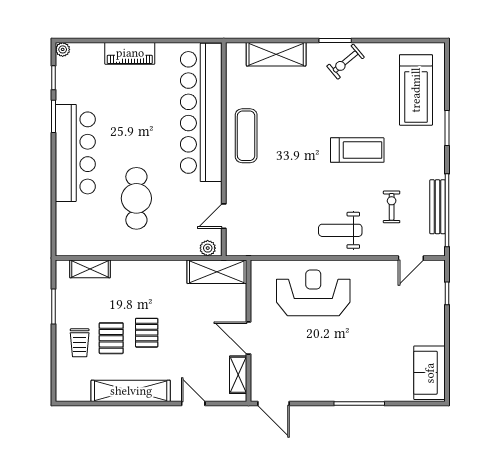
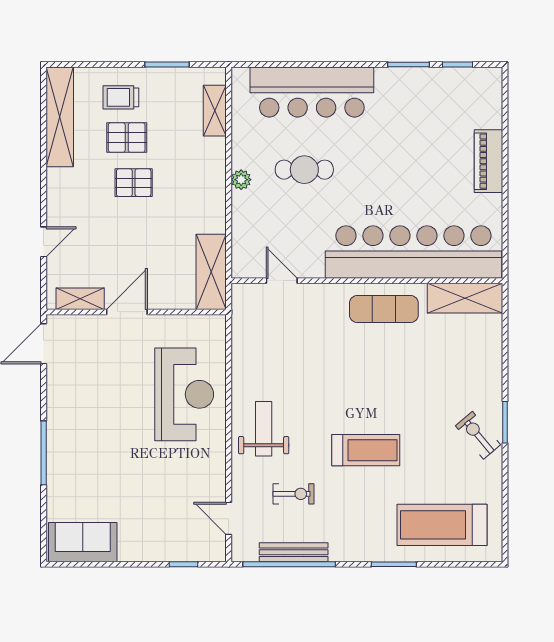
plant: (63, 49) -> (494, 76), removed
shelving: (276, 54) -> (465, 298), moved, turned 90
treadmill: (357, 150) -> (366, 450), turned -90
bar counter: (75, 153) -> (312, 92), moved
cafe table: (136, 198) -> (304, 170), width x0.73, depth x0.74
plant: (208, 248) -> (241, 180), moved
shelving: (131, 391) -> (60, 117), moved

